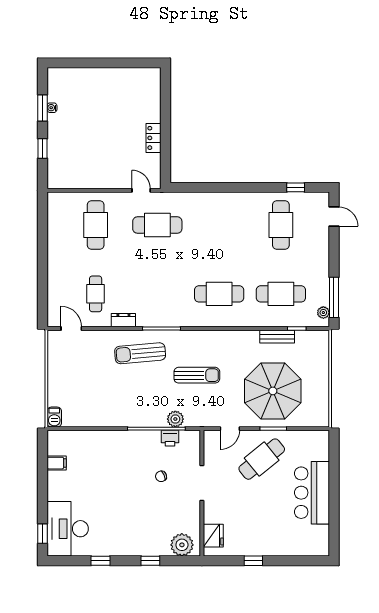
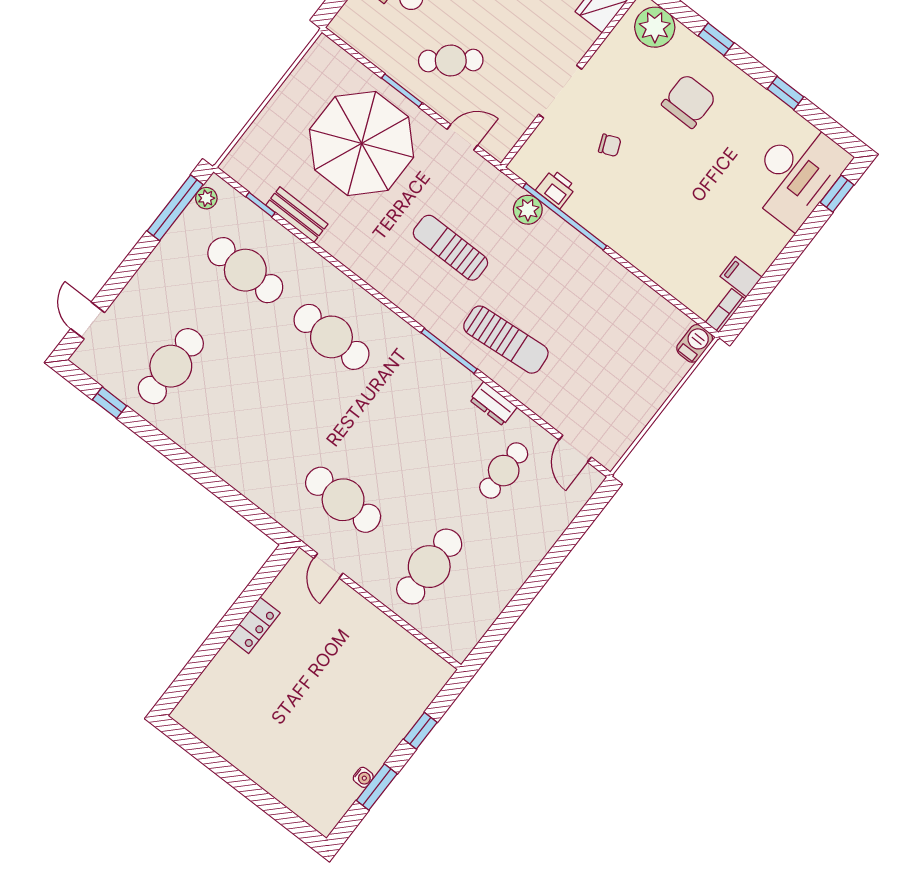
bookcase: (52, 442) -> (725, 311), added
cafe table: (262, 459) -> (451, 60), width x0.73, depth x0.74
chair: (141, 524) -> (689, 101), added

